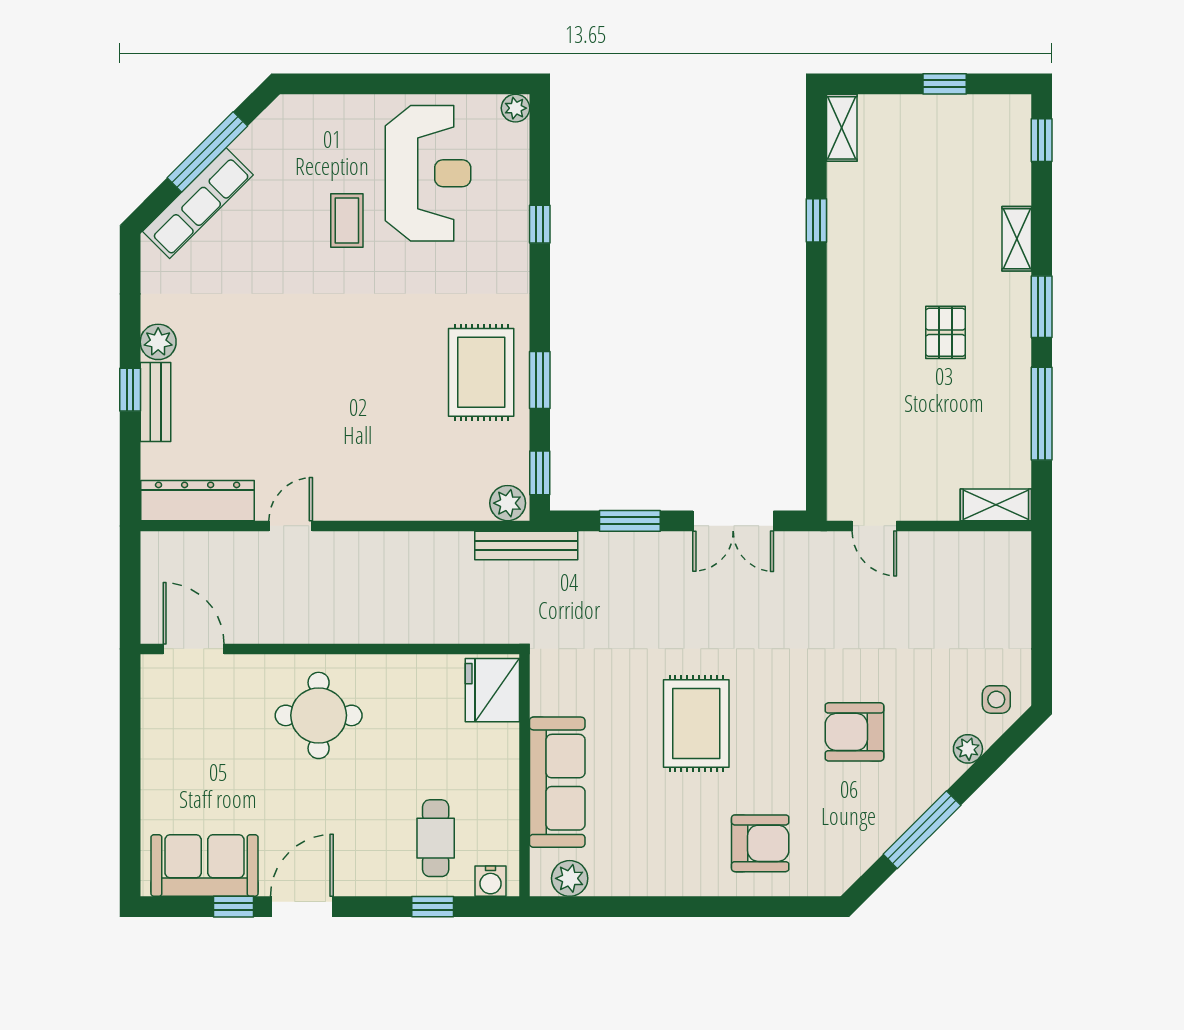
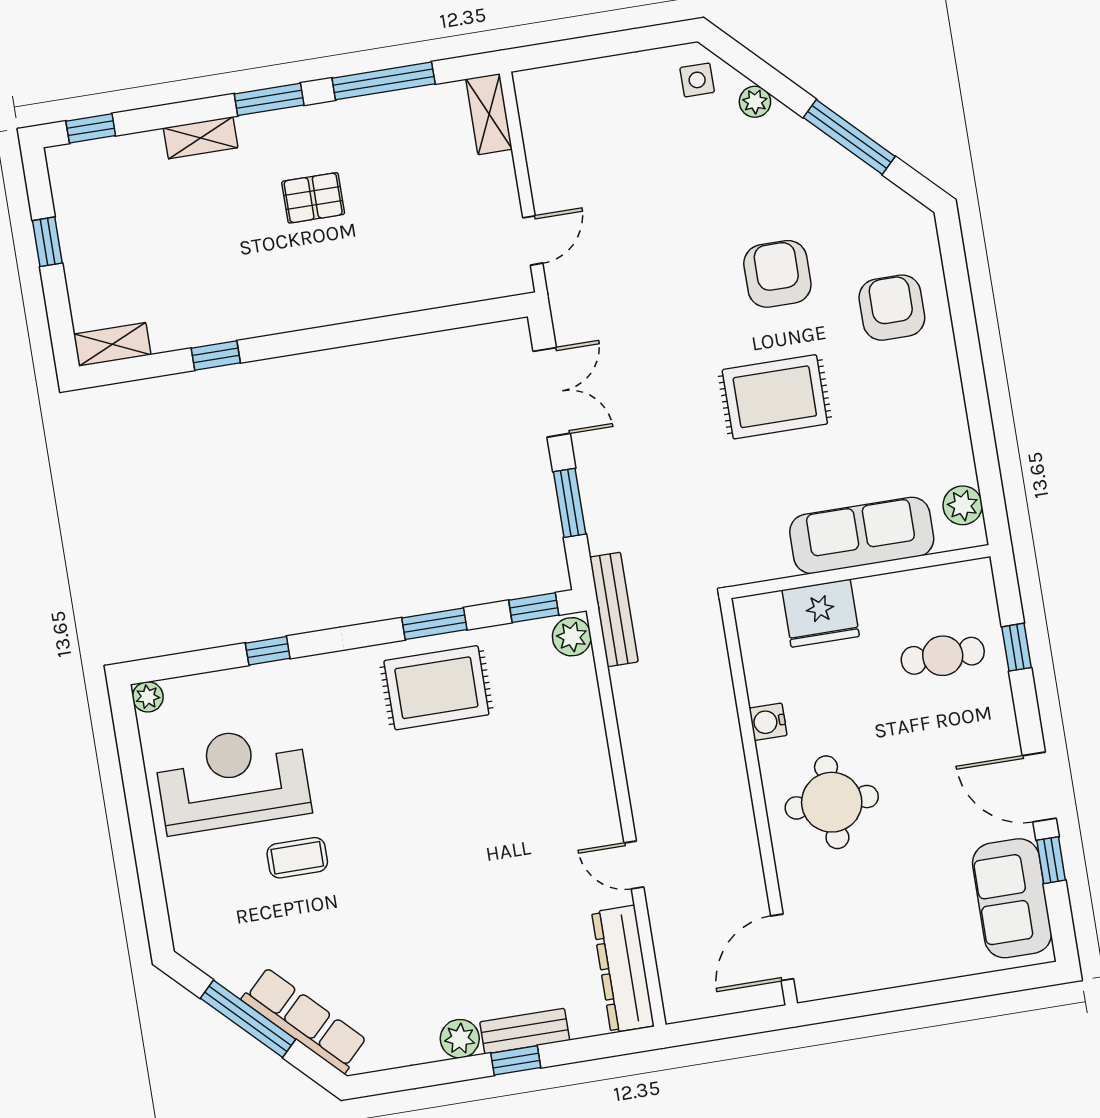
fridge: (492, 690) -> (821, 613), moved
armchair: (854, 732) -> (777, 274), moved, turned 180
water cooler: (491, 881) -> (768, 722), moved, turned 180

